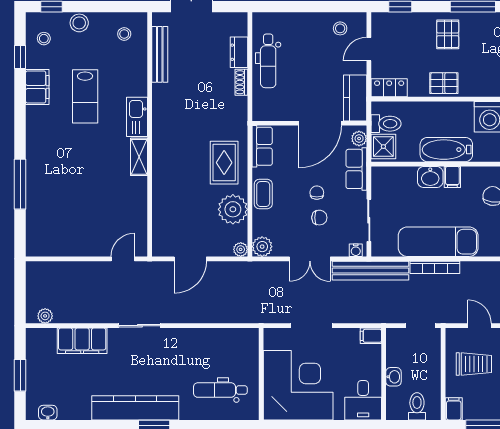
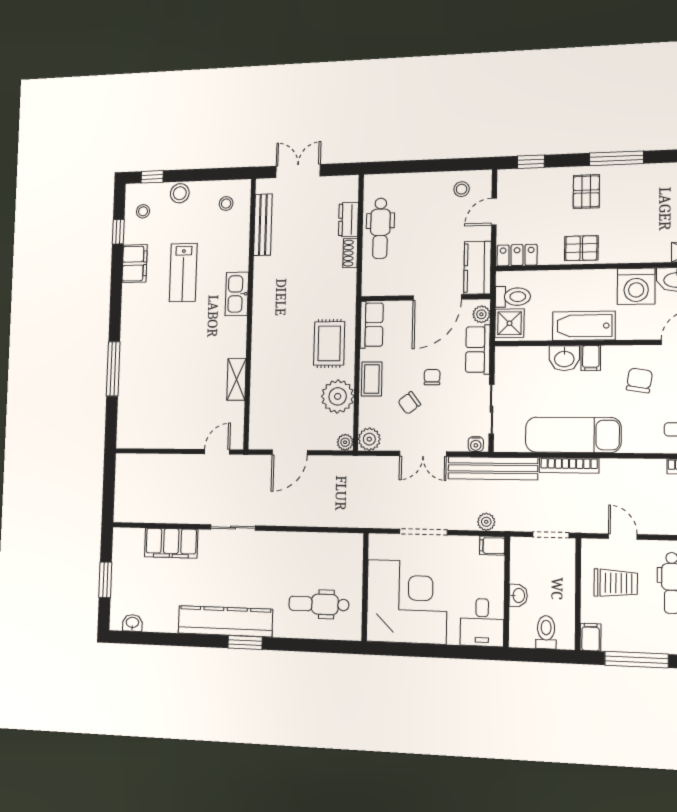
shelving: (139, 157) -> (236, 379), moved
chair: (319, 218) -> (409, 403), moved, turned 143
plant: (45, 316) -> (486, 522), moved

